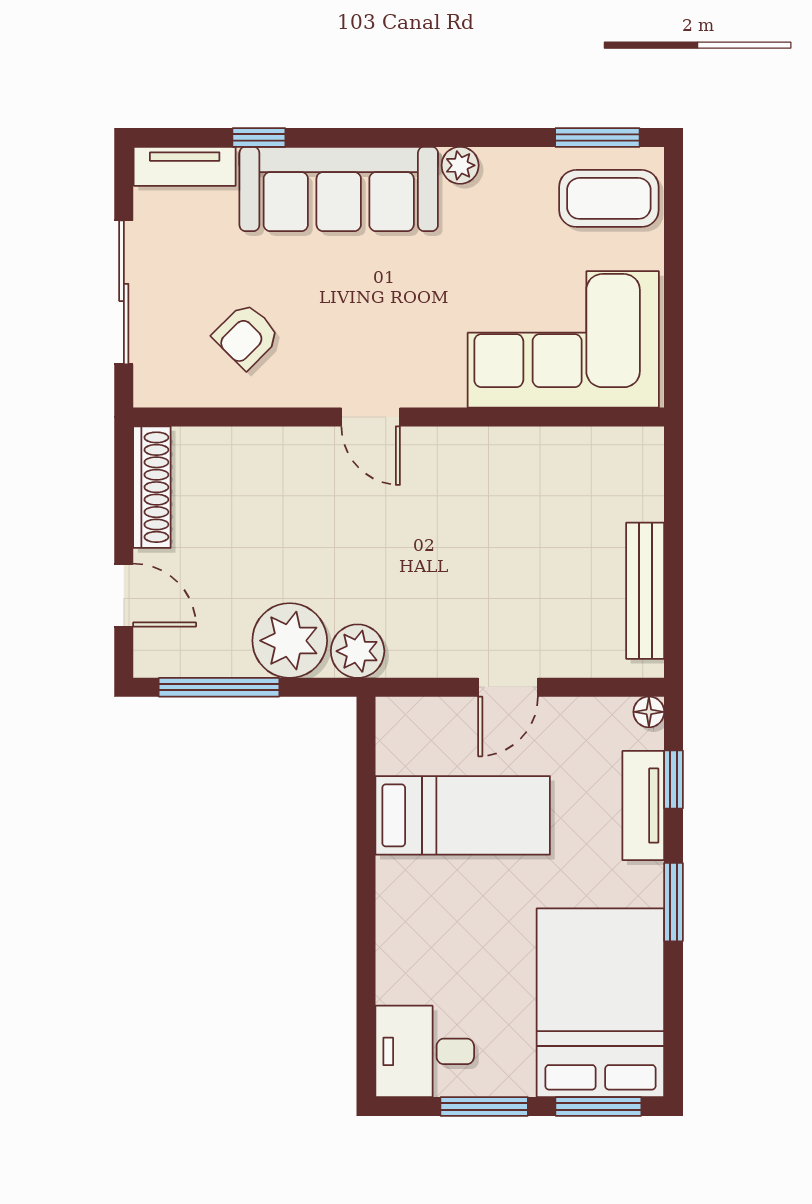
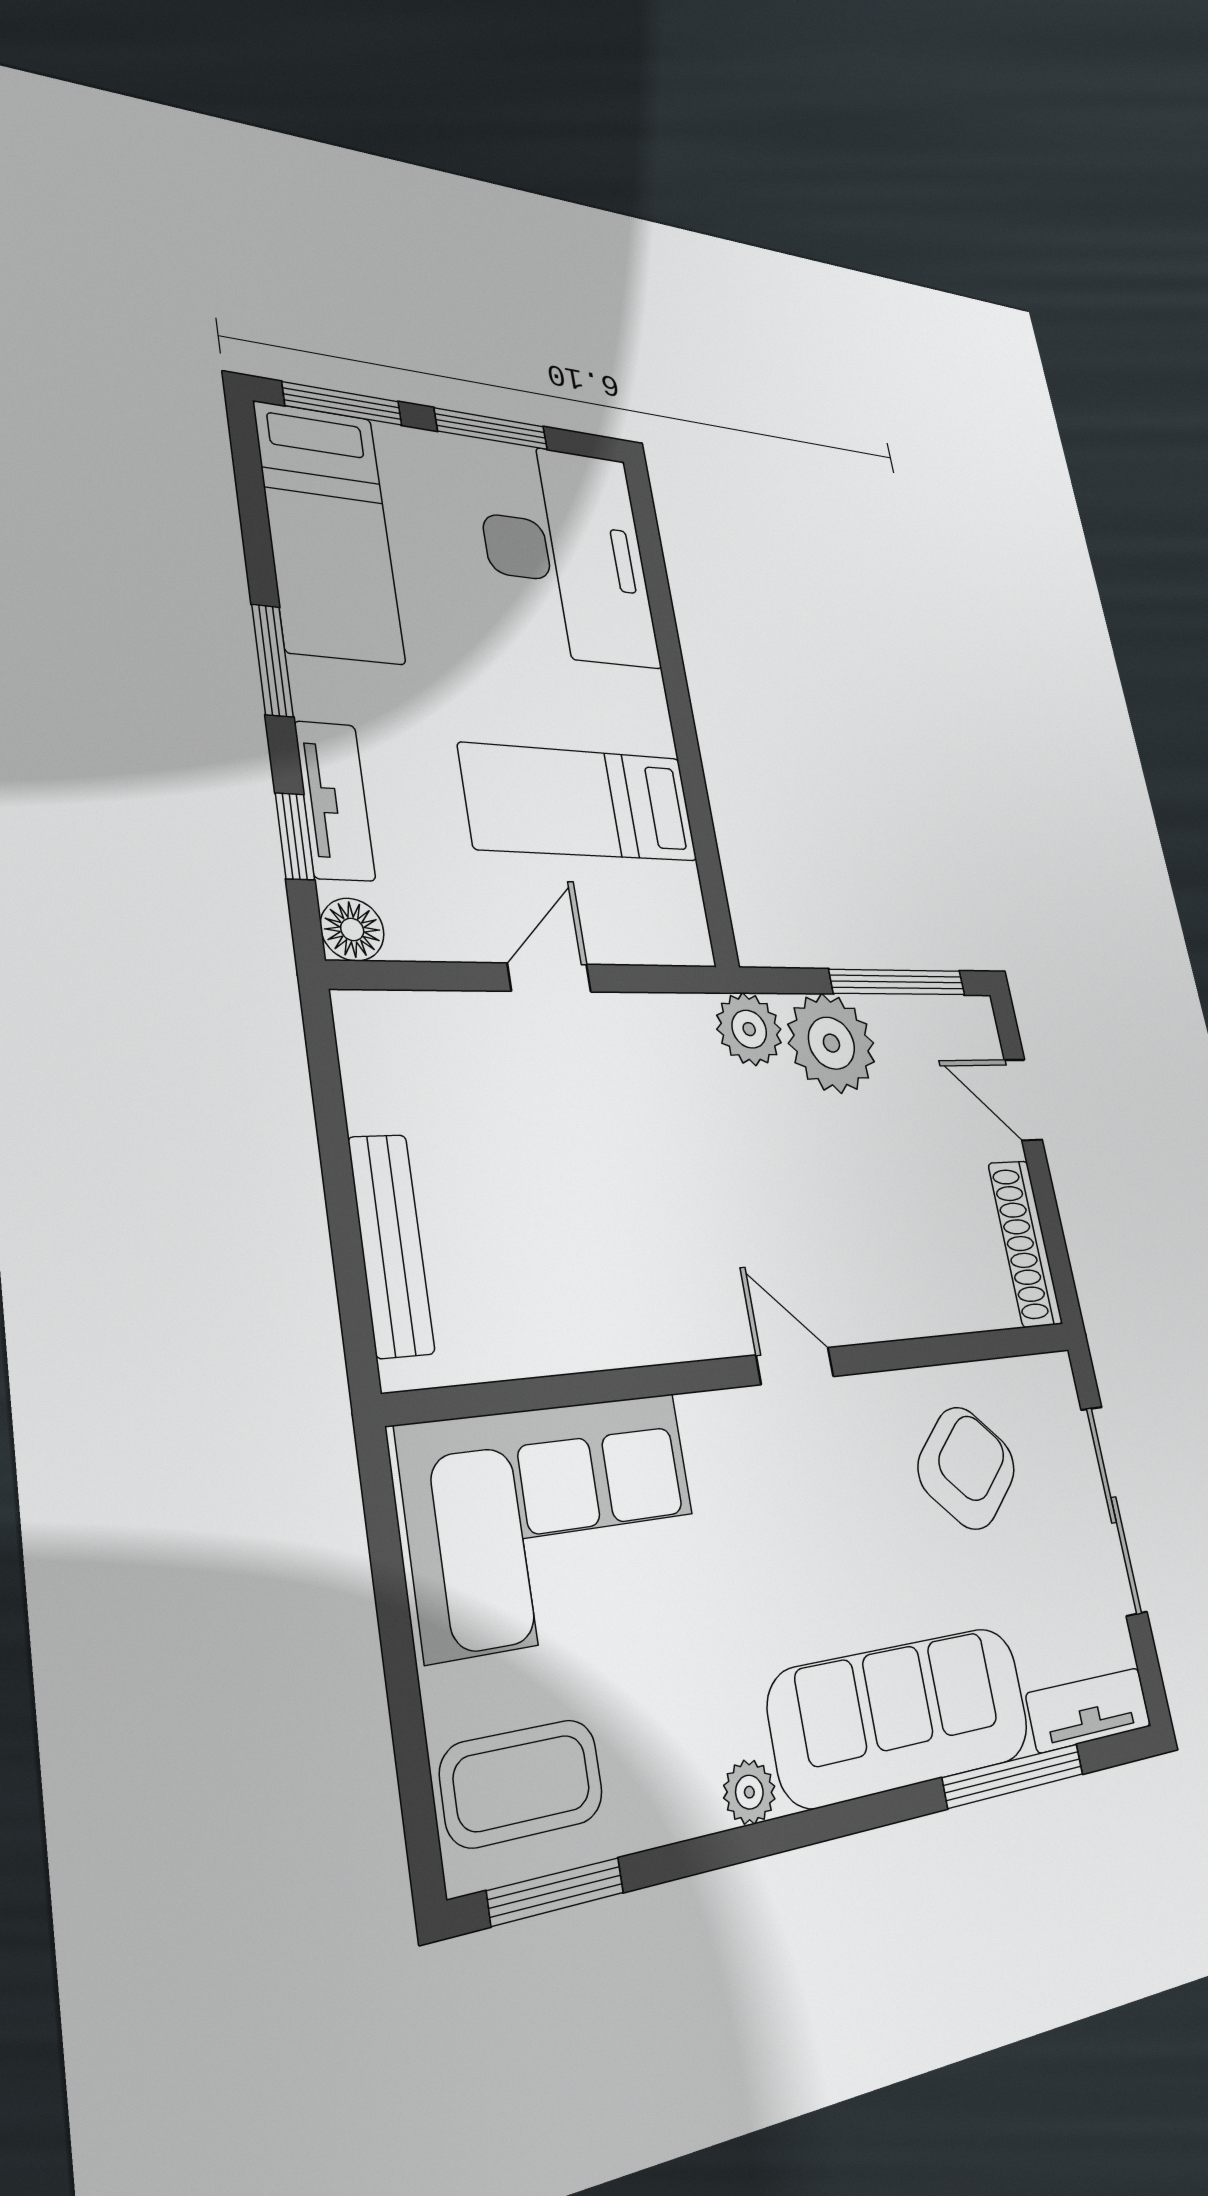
window: (259, 138) -> (1014, 1776), width x2.17
armchair: (246, 336) -> (966, 1468), width x1.38, depth x1.38
bench: (645, 591) -> (391, 1245), moved
floor lamp: (649, 712) -> (352, 930), width x1.37, depth x1.37
bed: (600, 1003) -> (329, 532), width x0.67
desk: (425, 1051) -> (566, 554), width x1.87, depth x1.30

